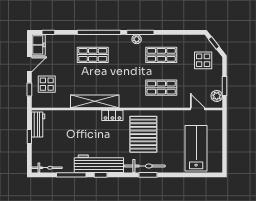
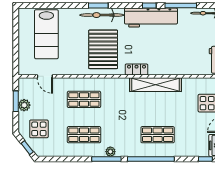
plant: (217, 96) -> (24, 105), moved

